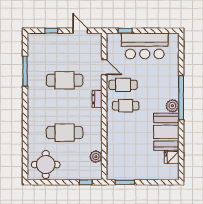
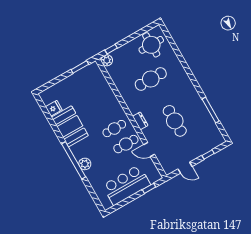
cafe table: (65, 80) -> (175, 121), turned 90
plant: (172, 106) -> (85, 164), moved
plant: (96, 157) -> (107, 60), moved

